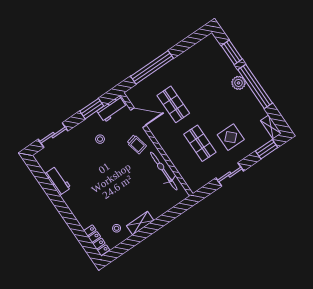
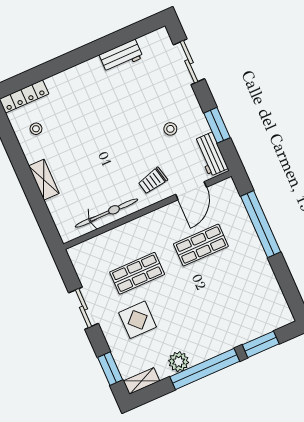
plant: (239, 83) -> (179, 362), moved
shelving: (140, 223) -> (44, 180), moved

